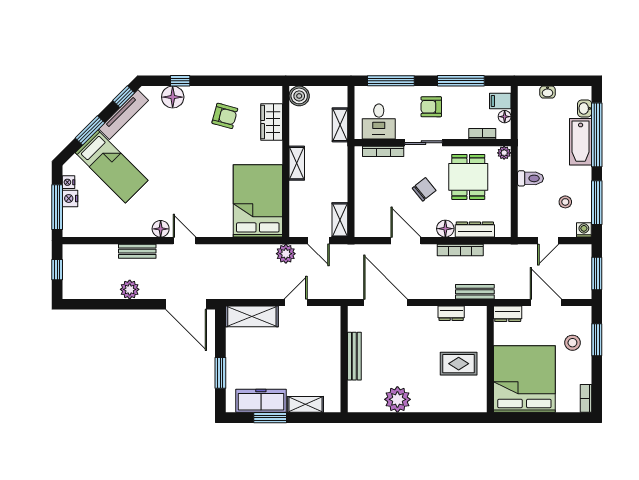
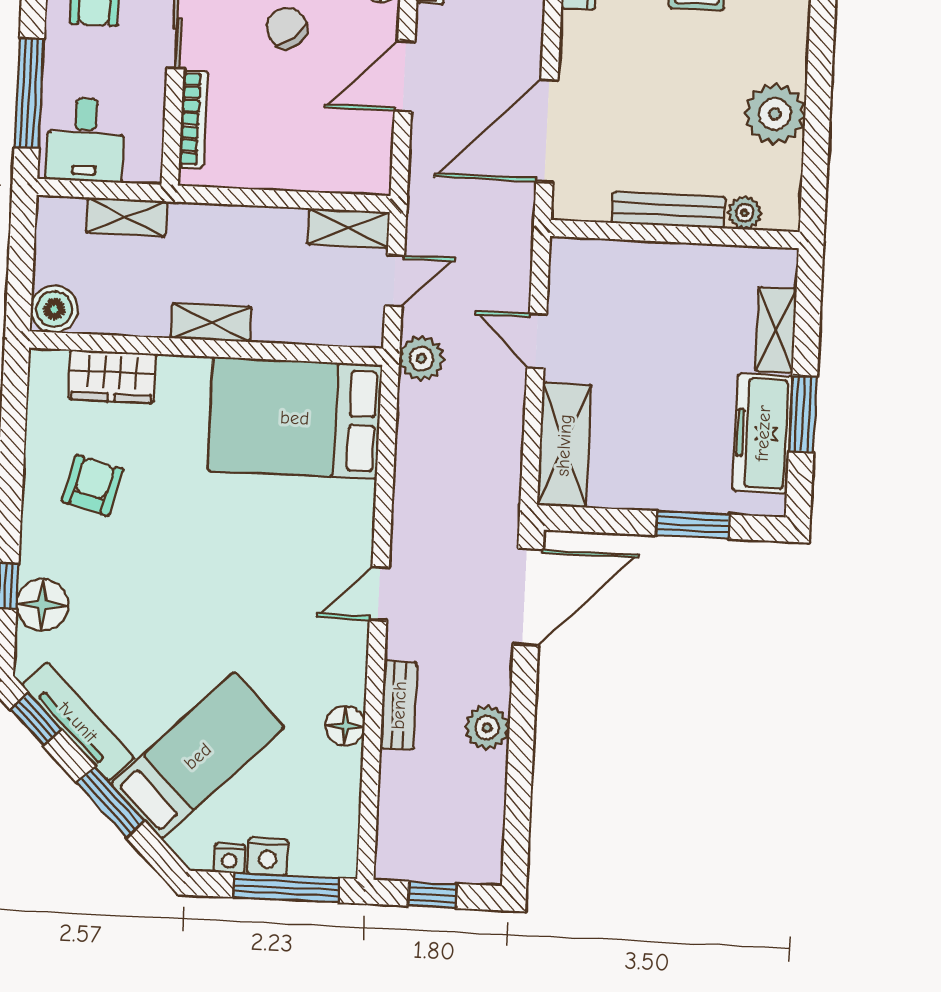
desk: (379, 122) -> (85, 140), moved, turned 90
floor lamp: (161, 229) -> (345, 726), moved
plant: (355, 389) -> (745, 213), added

